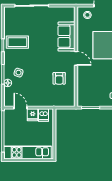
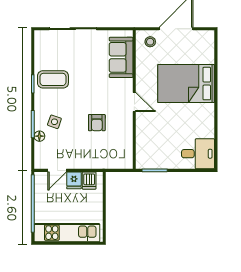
sofa: (67, 37) -> (121, 57), moved
armchair: (59, 78) -> (97, 123), moved
door: (20, 108) -> (57, 170), swing flipped

